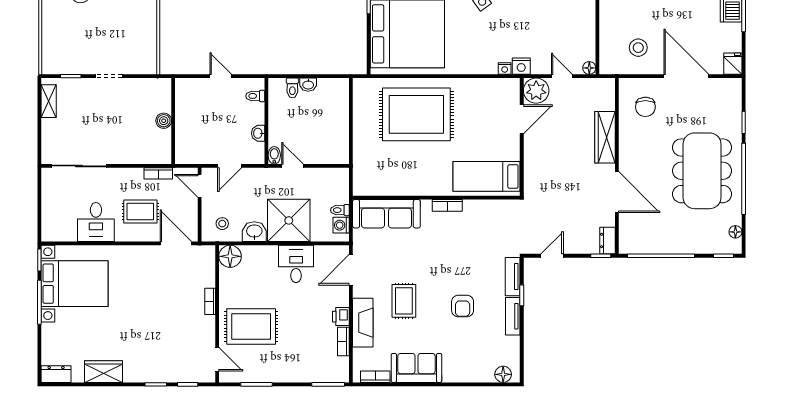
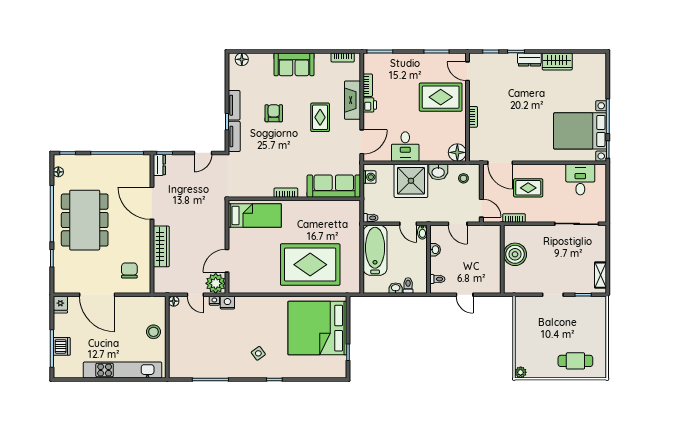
stool: (638, 48) -> (153, 332), moved
nightstand: (505, 69) -> (214, 301), moved
boiler: (164, 121) -> (515, 254), width x1.86, depth x1.86
bathtub: (334, 132) -> (375, 250), added
door: (230, 166) -> (458, 224), swing flipped
toilet: (340, 210) -> (371, 218), moved
desk: (96, 222) -> (580, 180), moved
sofa: (416, 368) -> (294, 64), moved
dresser: (56, 374) -> (529, 59), moved

